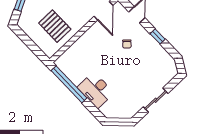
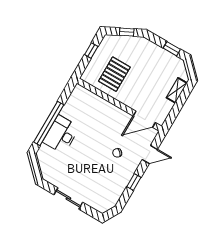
window: (27, 41) -> (91, 51), added
window: (69, 84) -> (49, 123), moved

